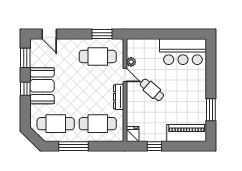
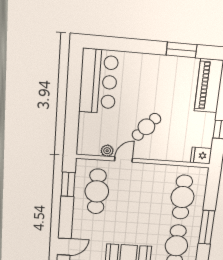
dresser: (119, 97) -> (151, 170), removed

